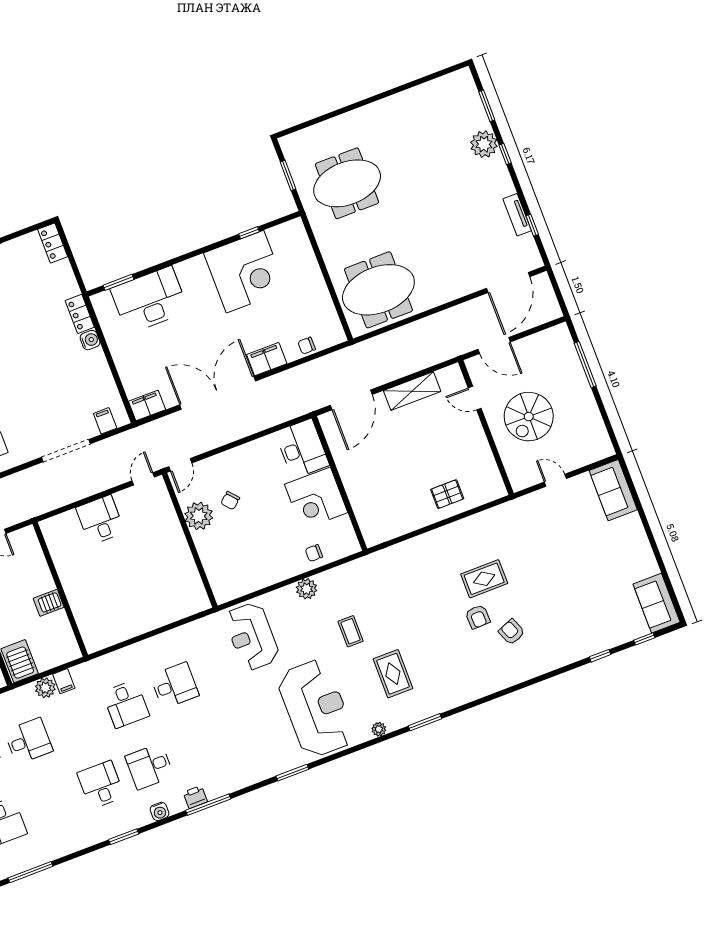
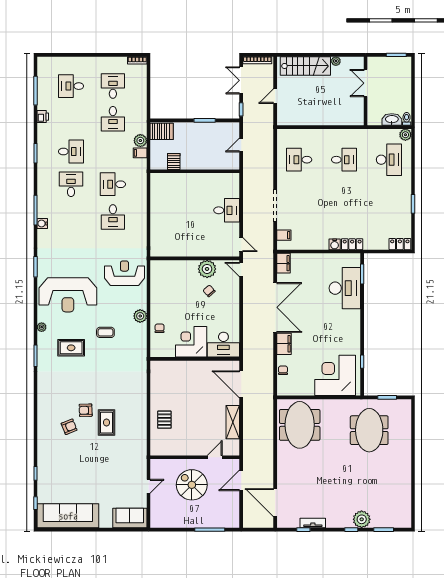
corner desk: (245, 272) -> (335, 375), moved, turned 90
server rack: (49, 603) -> (174, 161), moved
sofa: (657, 603) -> (68, 516), width x1.85, depth x1.27
printer: (195, 797) -> (43, 117), moved
water cooler: (160, 811) -> (42, 223), moved

